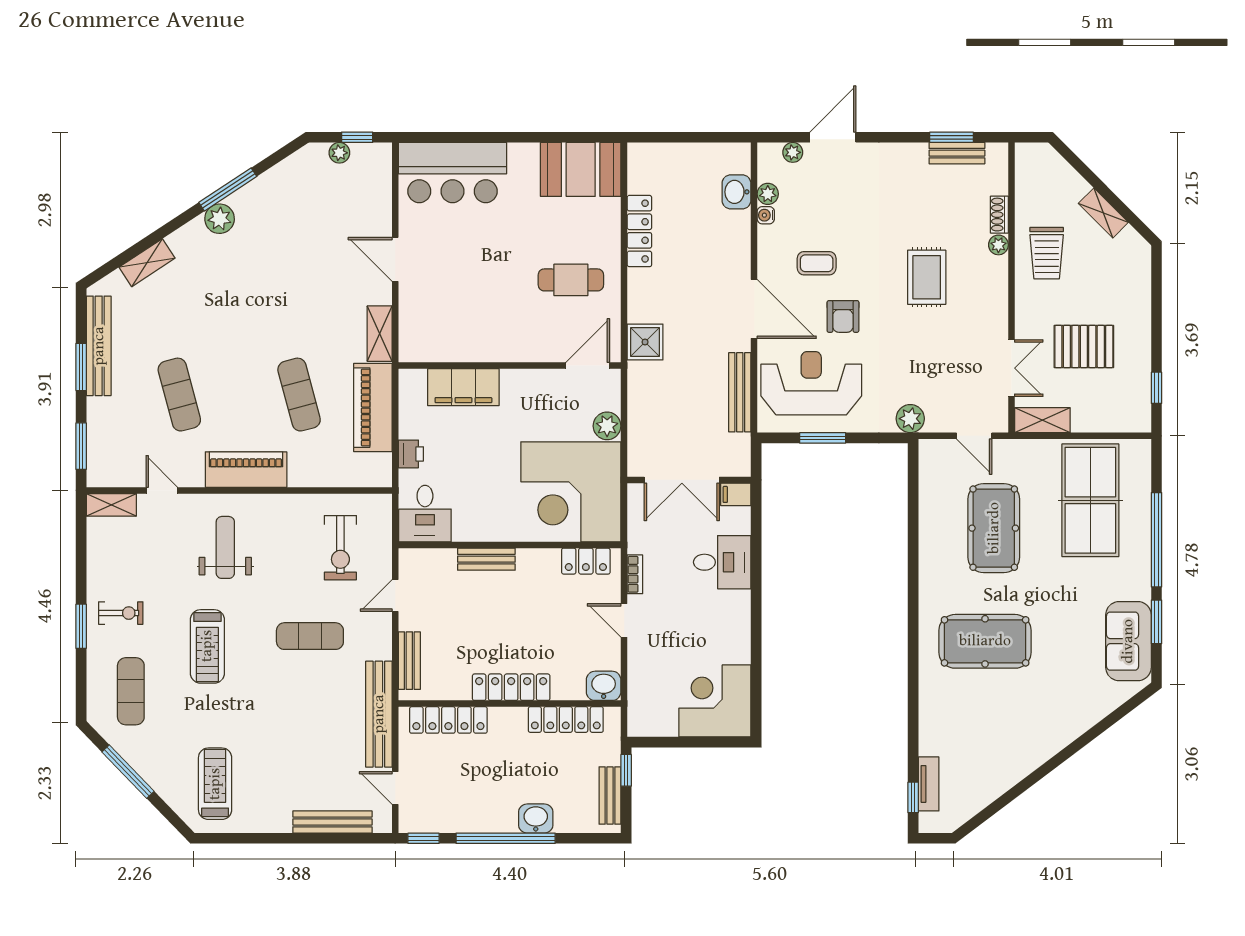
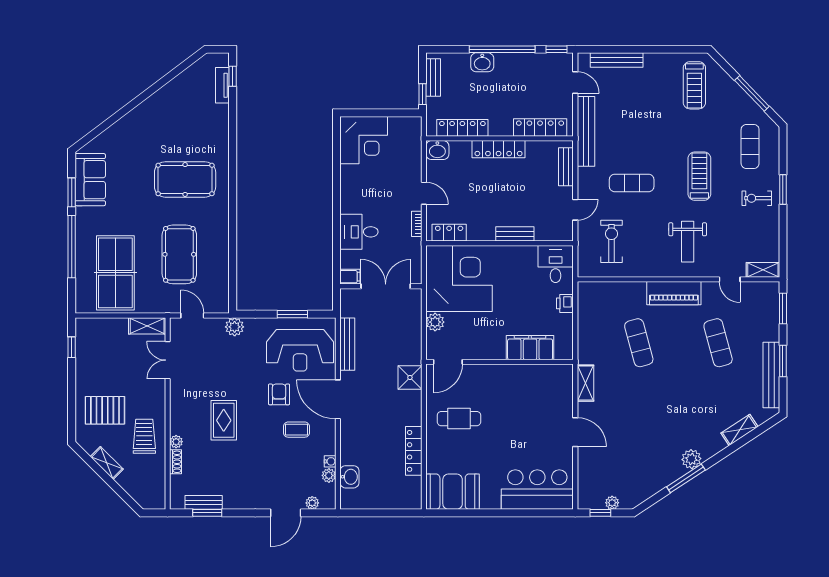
pallet: (1084, 347) -> (105, 410), moved
piano: (373, 408) -> (590, 334), removed

